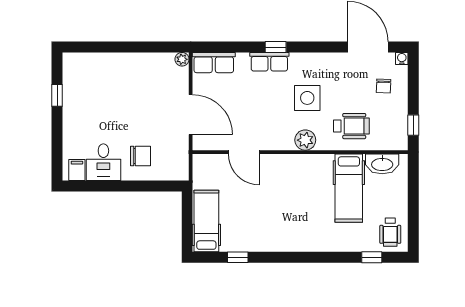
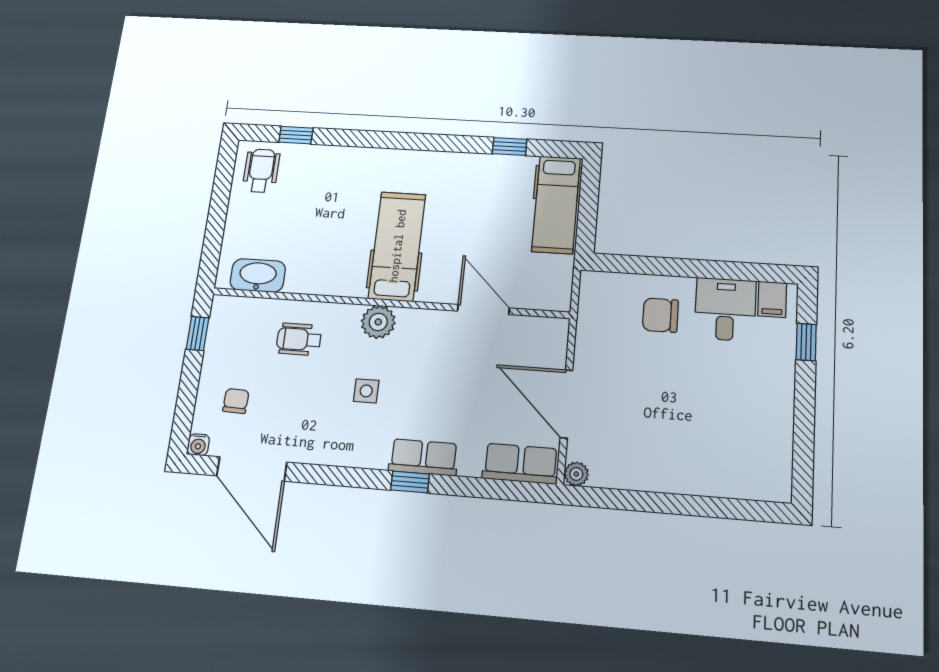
window: (57, 95) -> (806, 342), moved
side table: (307, 98) -> (366, 391), width x0.54, depth x0.54
door: (191, 115) -> (566, 404), moved
wheelchair: (351, 126) -> (299, 339), width x0.73, depth x0.73
hospital bed: (349, 188) -> (397, 246), moved

